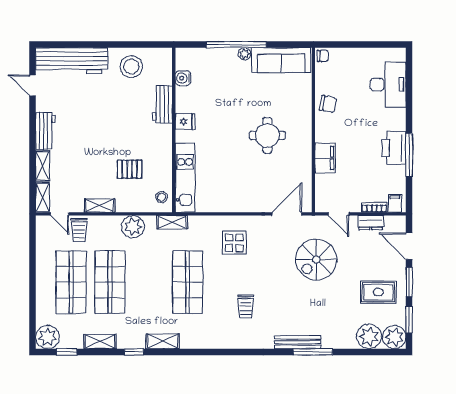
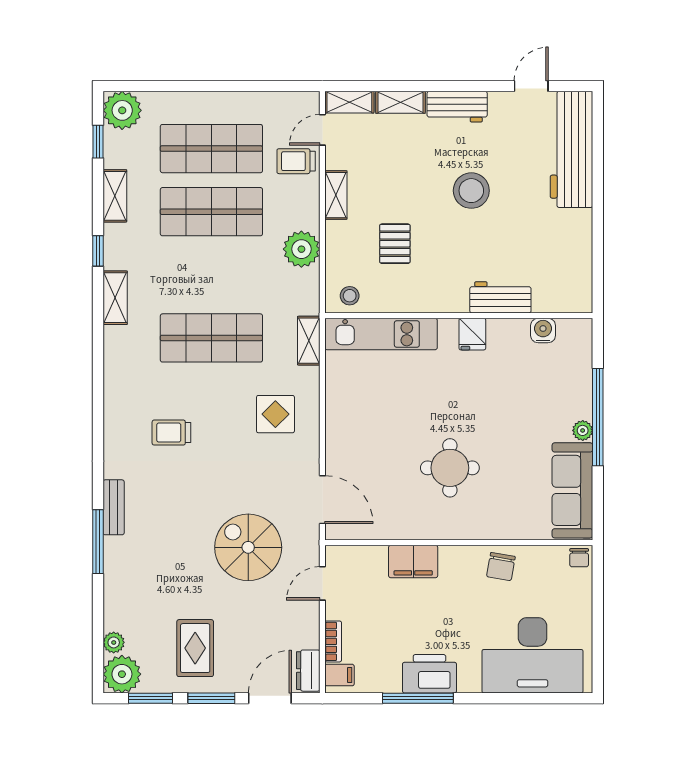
stool: (131, 67) -> (471, 191), moved
desk: (388, 85) -> (533, 655), width x1.36, depth x1.30
shelving: (172, 222) -> (309, 341), moved
dresser: (371, 223) -> (308, 671), moved
plant: (369, 336) -> (114, 642), width x0.53, depth x0.53
bench: (298, 342) -> (114, 507), width x0.73

